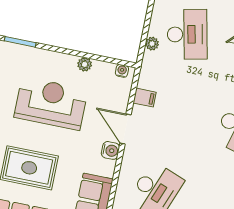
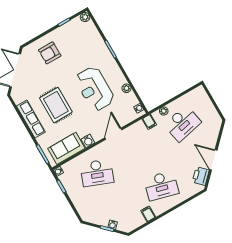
filing cabinet: (145, 98) -> (149, 122), moved
reception desk: (51, 103) -> (95, 89), turned 180
water cooler: (110, 150) -> (88, 141), moved

